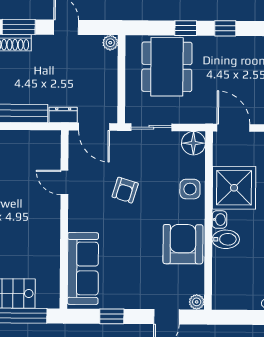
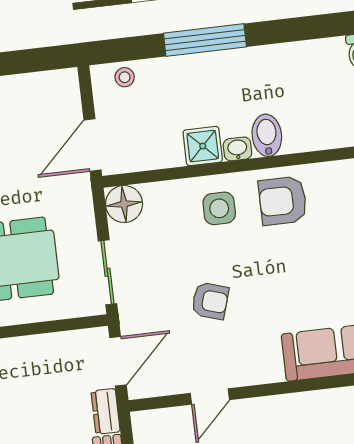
shower: (234, 188) -> (203, 146), width x0.54, depth x0.54
side table: (190, 189) -> (219, 208), moved
armchair: (183, 244) -> (283, 201), width x0.73, depth x0.73

